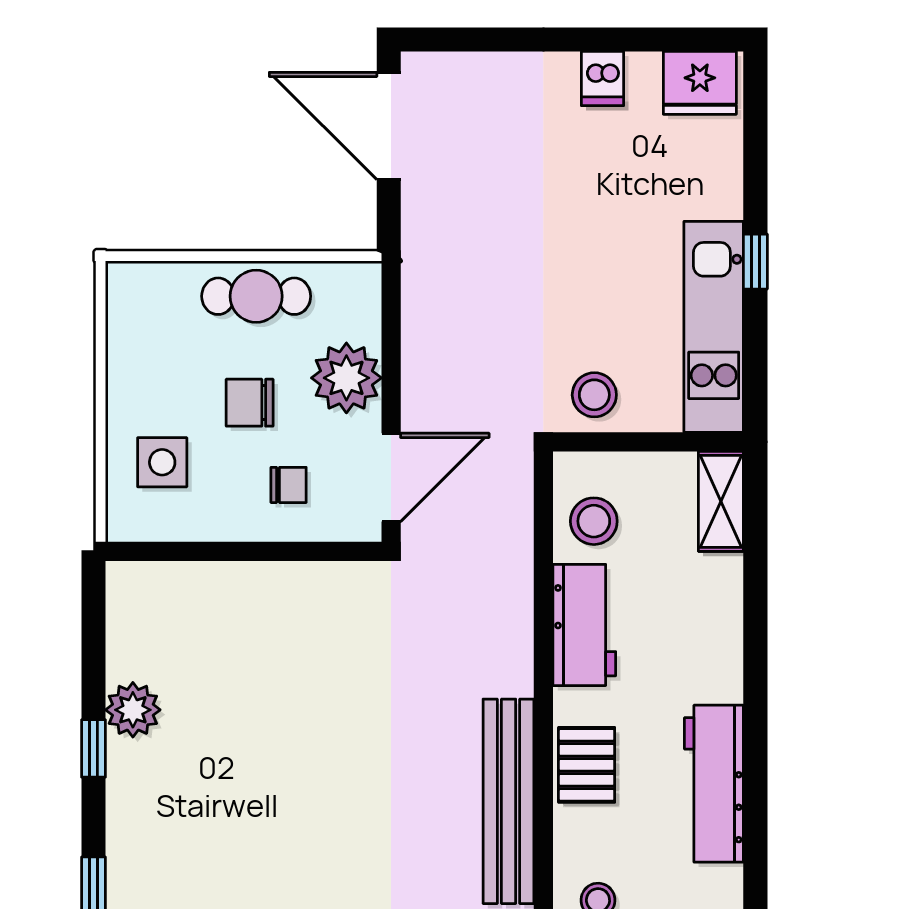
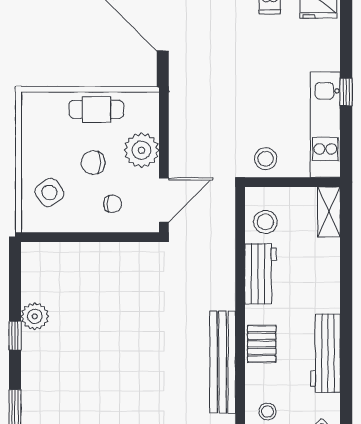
side table: (162, 462) -> (49, 192), turned -35

